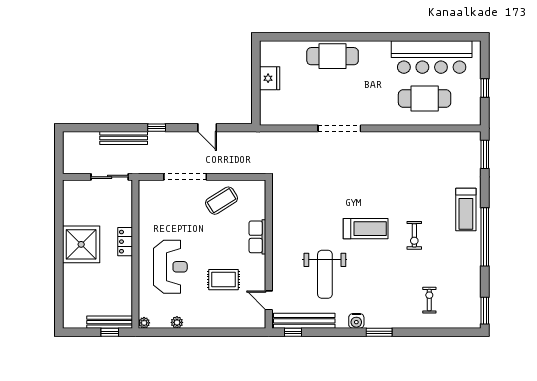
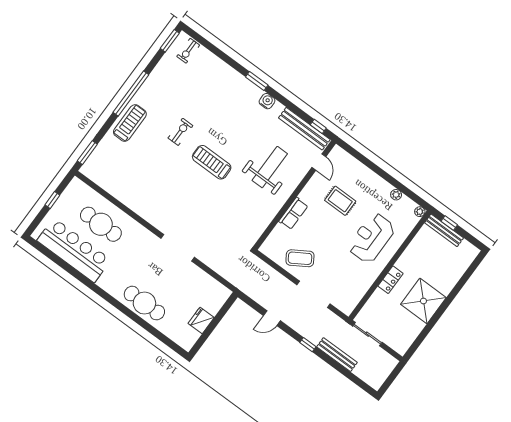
door: (207, 128) -> (272, 318), swing flipped
weight bench: (325, 274) -> (270, 167), moved
exercise bike: (429, 300) -> (188, 51), moved

